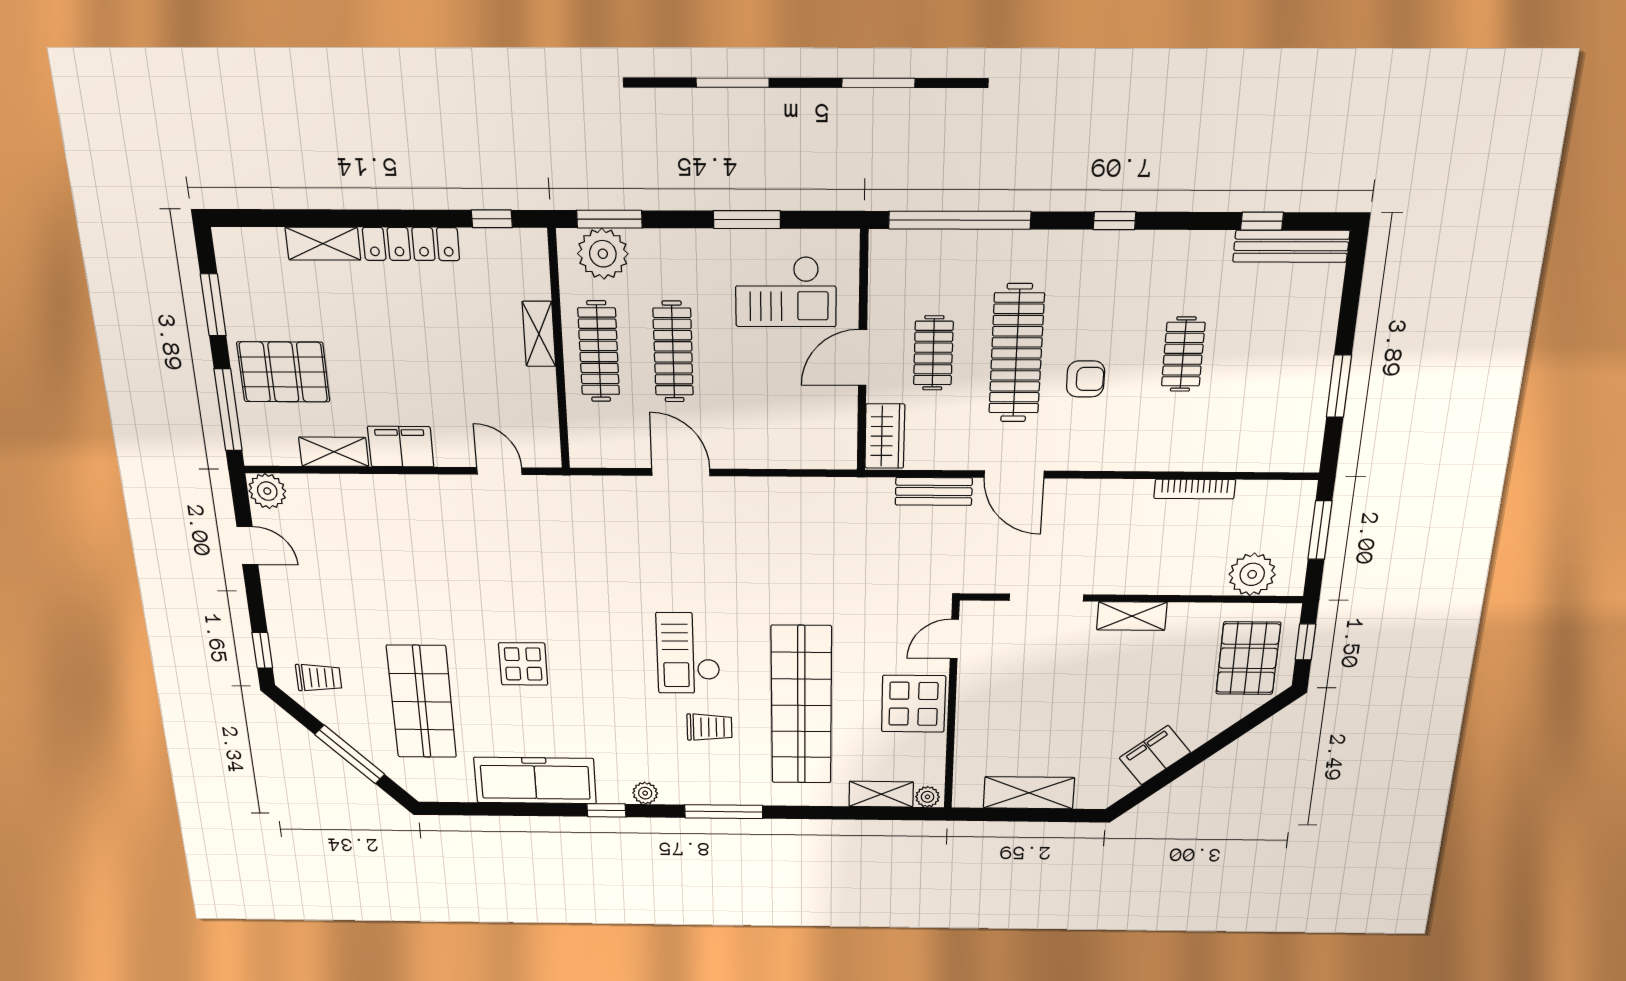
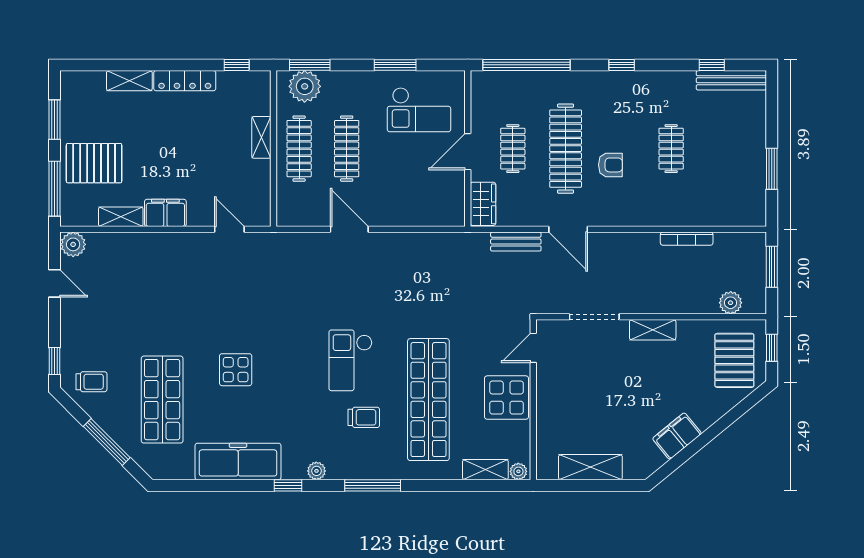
plant: (1252, 574) -> (731, 303), width x0.73, depth x0.73

